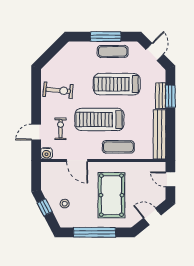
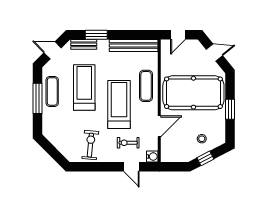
treadmill: (117, 84) -> (84, 88), turned 180
bench: (161, 96) -> (84, 44), moved
treadmill: (99, 119) -> (119, 104), turned 180
pool table: (111, 195) -> (193, 93), width x1.36, depth x1.32
door: (152, 216) -> (214, 52), swing flipped
window: (95, 232) -> (230, 109), width x0.47

